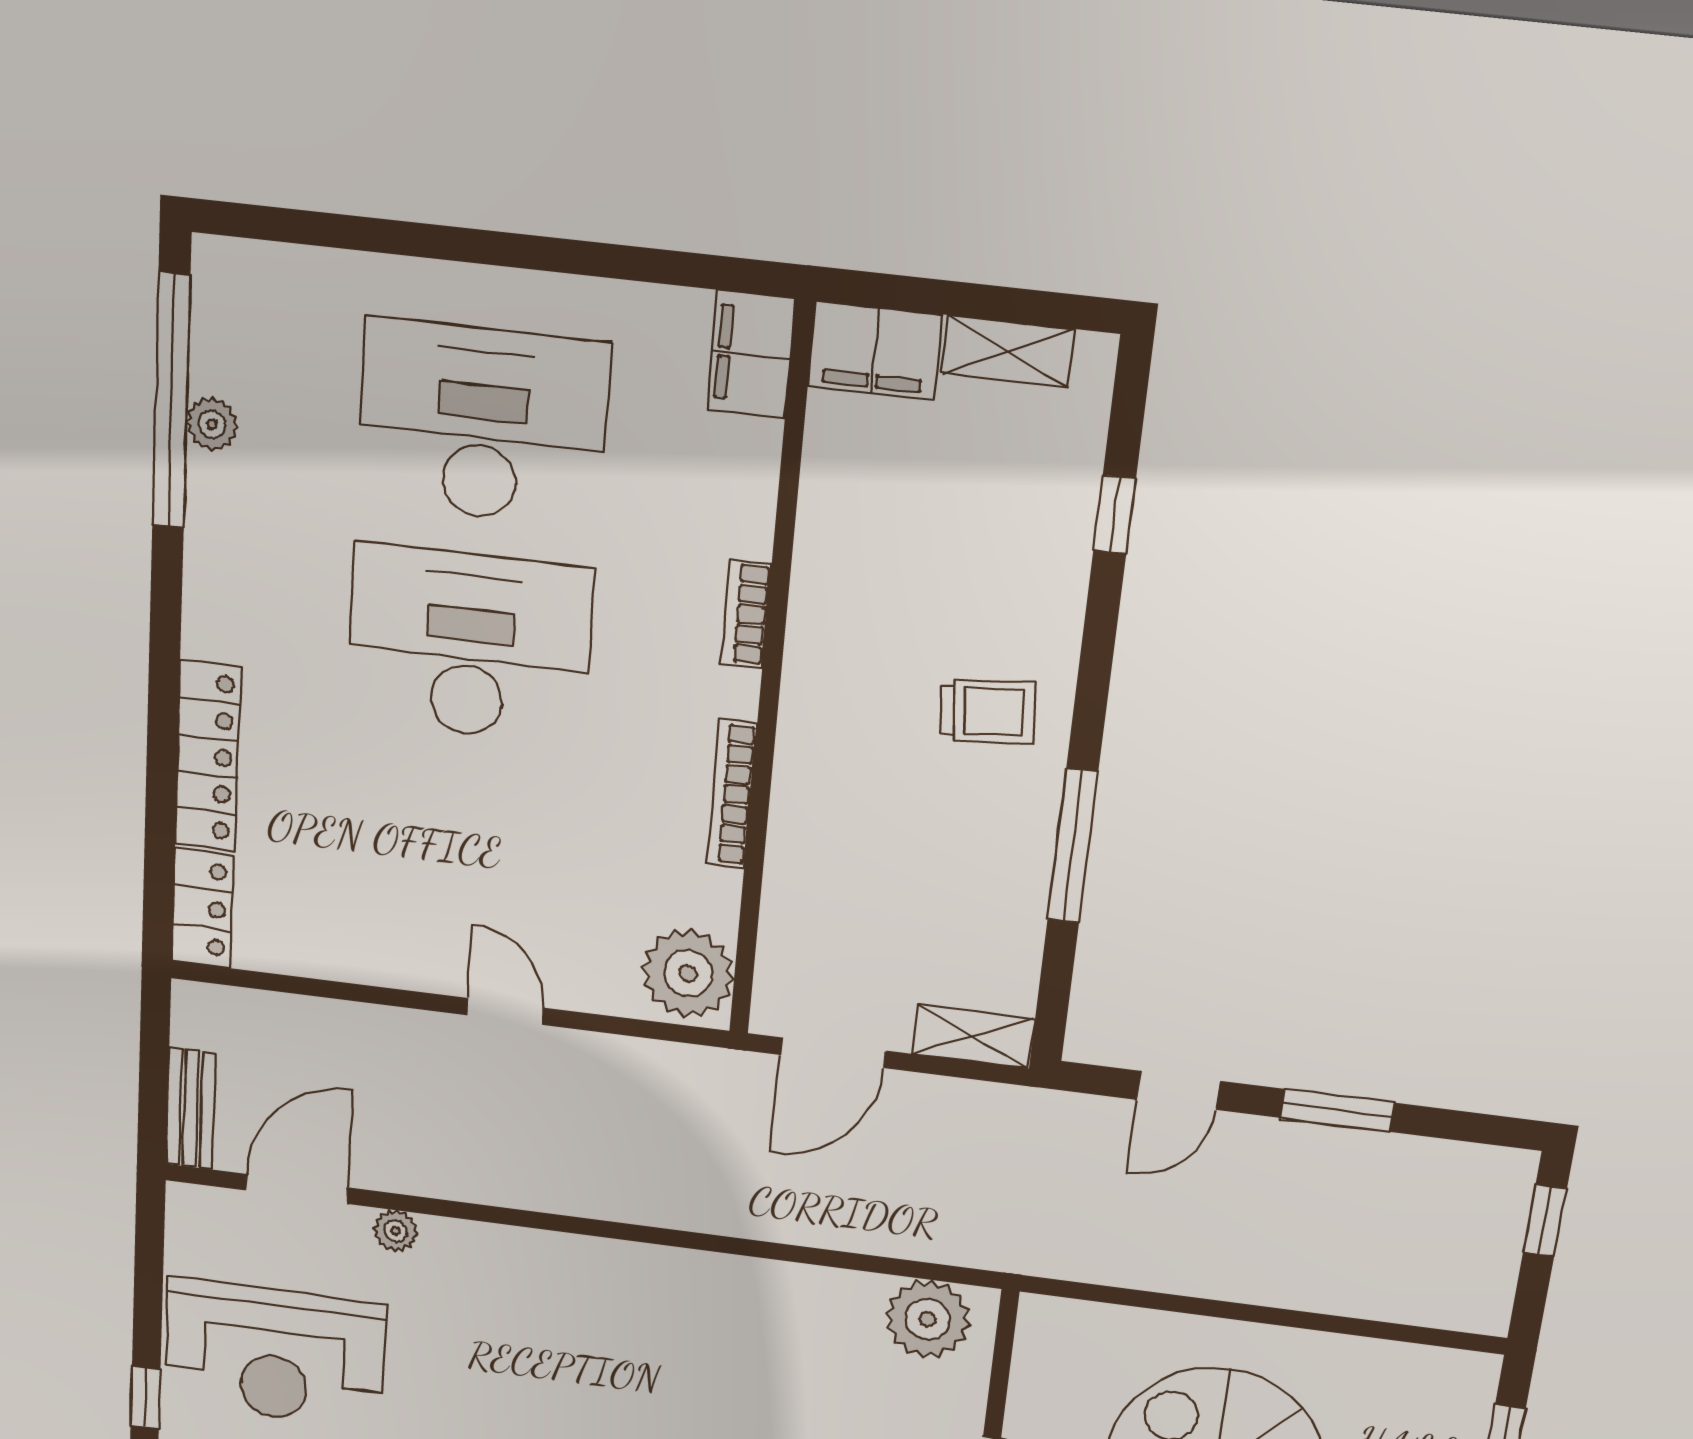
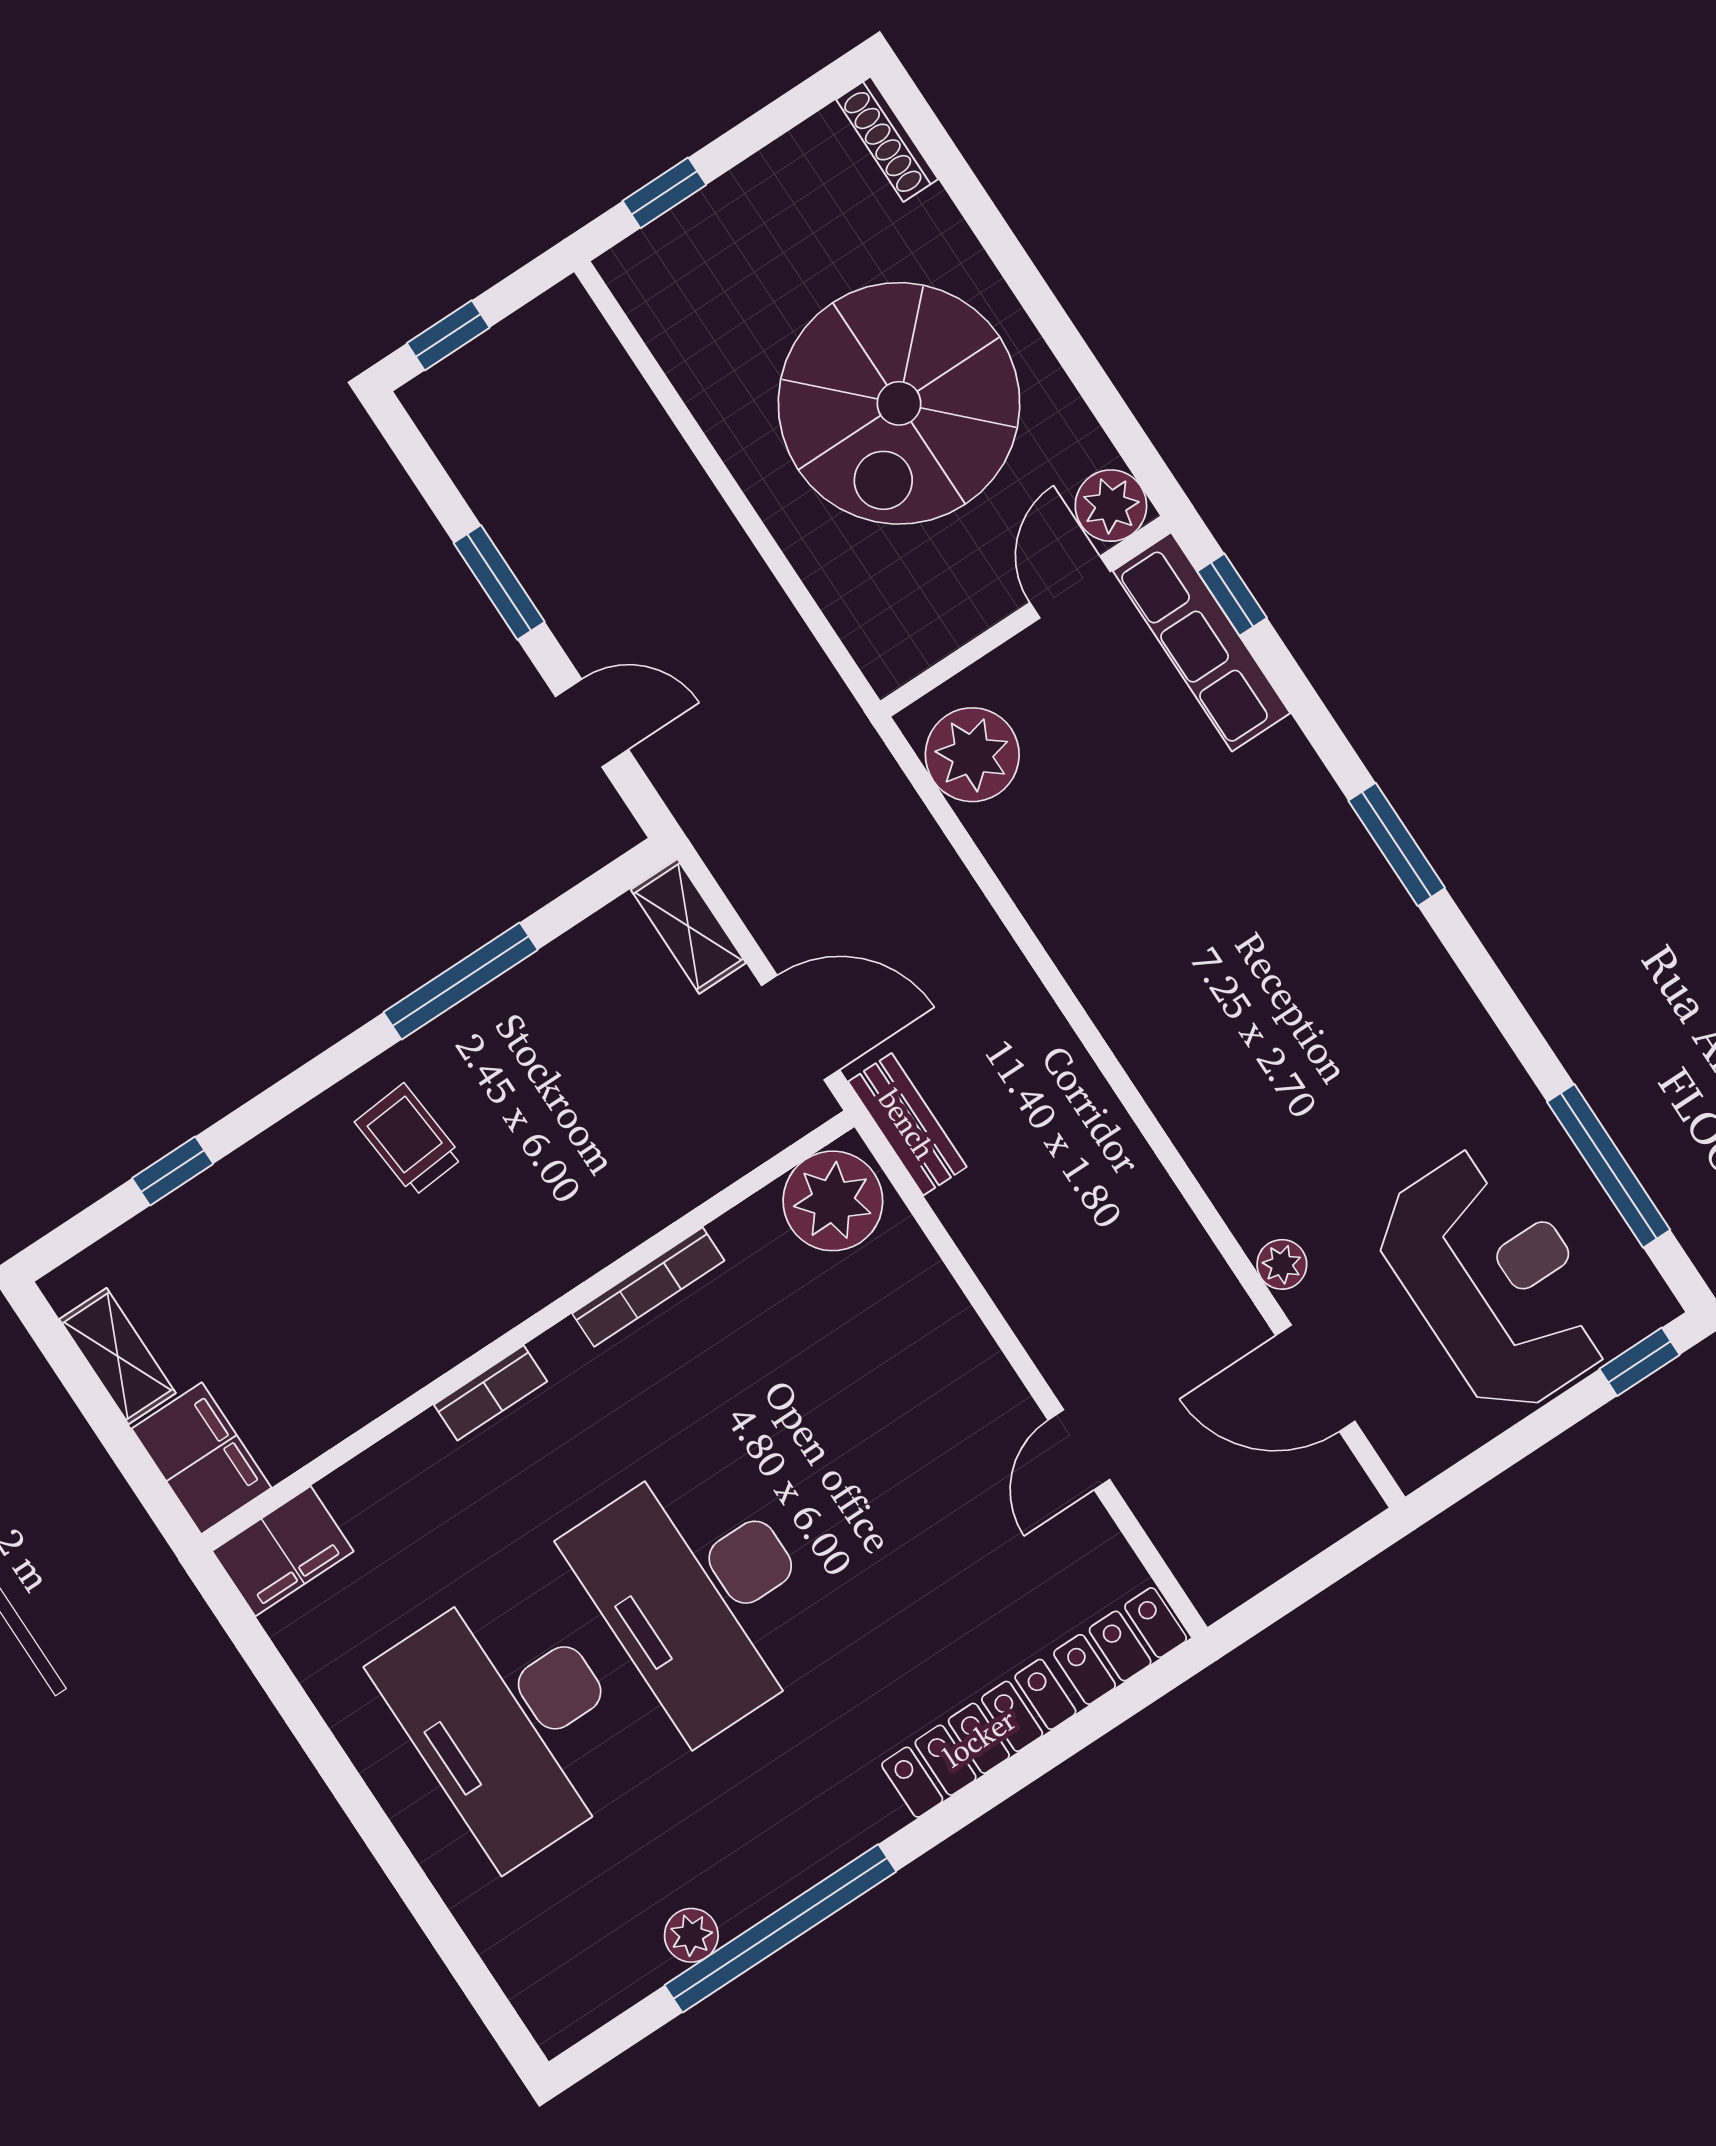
window: (171, 401) -> (780, 1928), moved
door: (505, 1011) -> (1079, 1450), moved
bench: (191, 1109) -> (907, 1124), moved, turned 90

